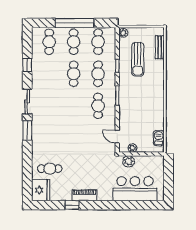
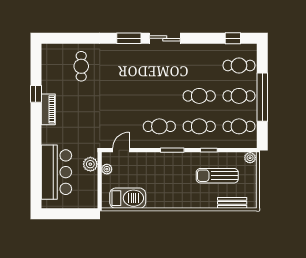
window: (27, 65) -> (233, 38), moved
barbecue: (159, 138) -> (128, 198), width x1.88, depth x1.53
fridge: (41, 190) -> (55, 55), removed

